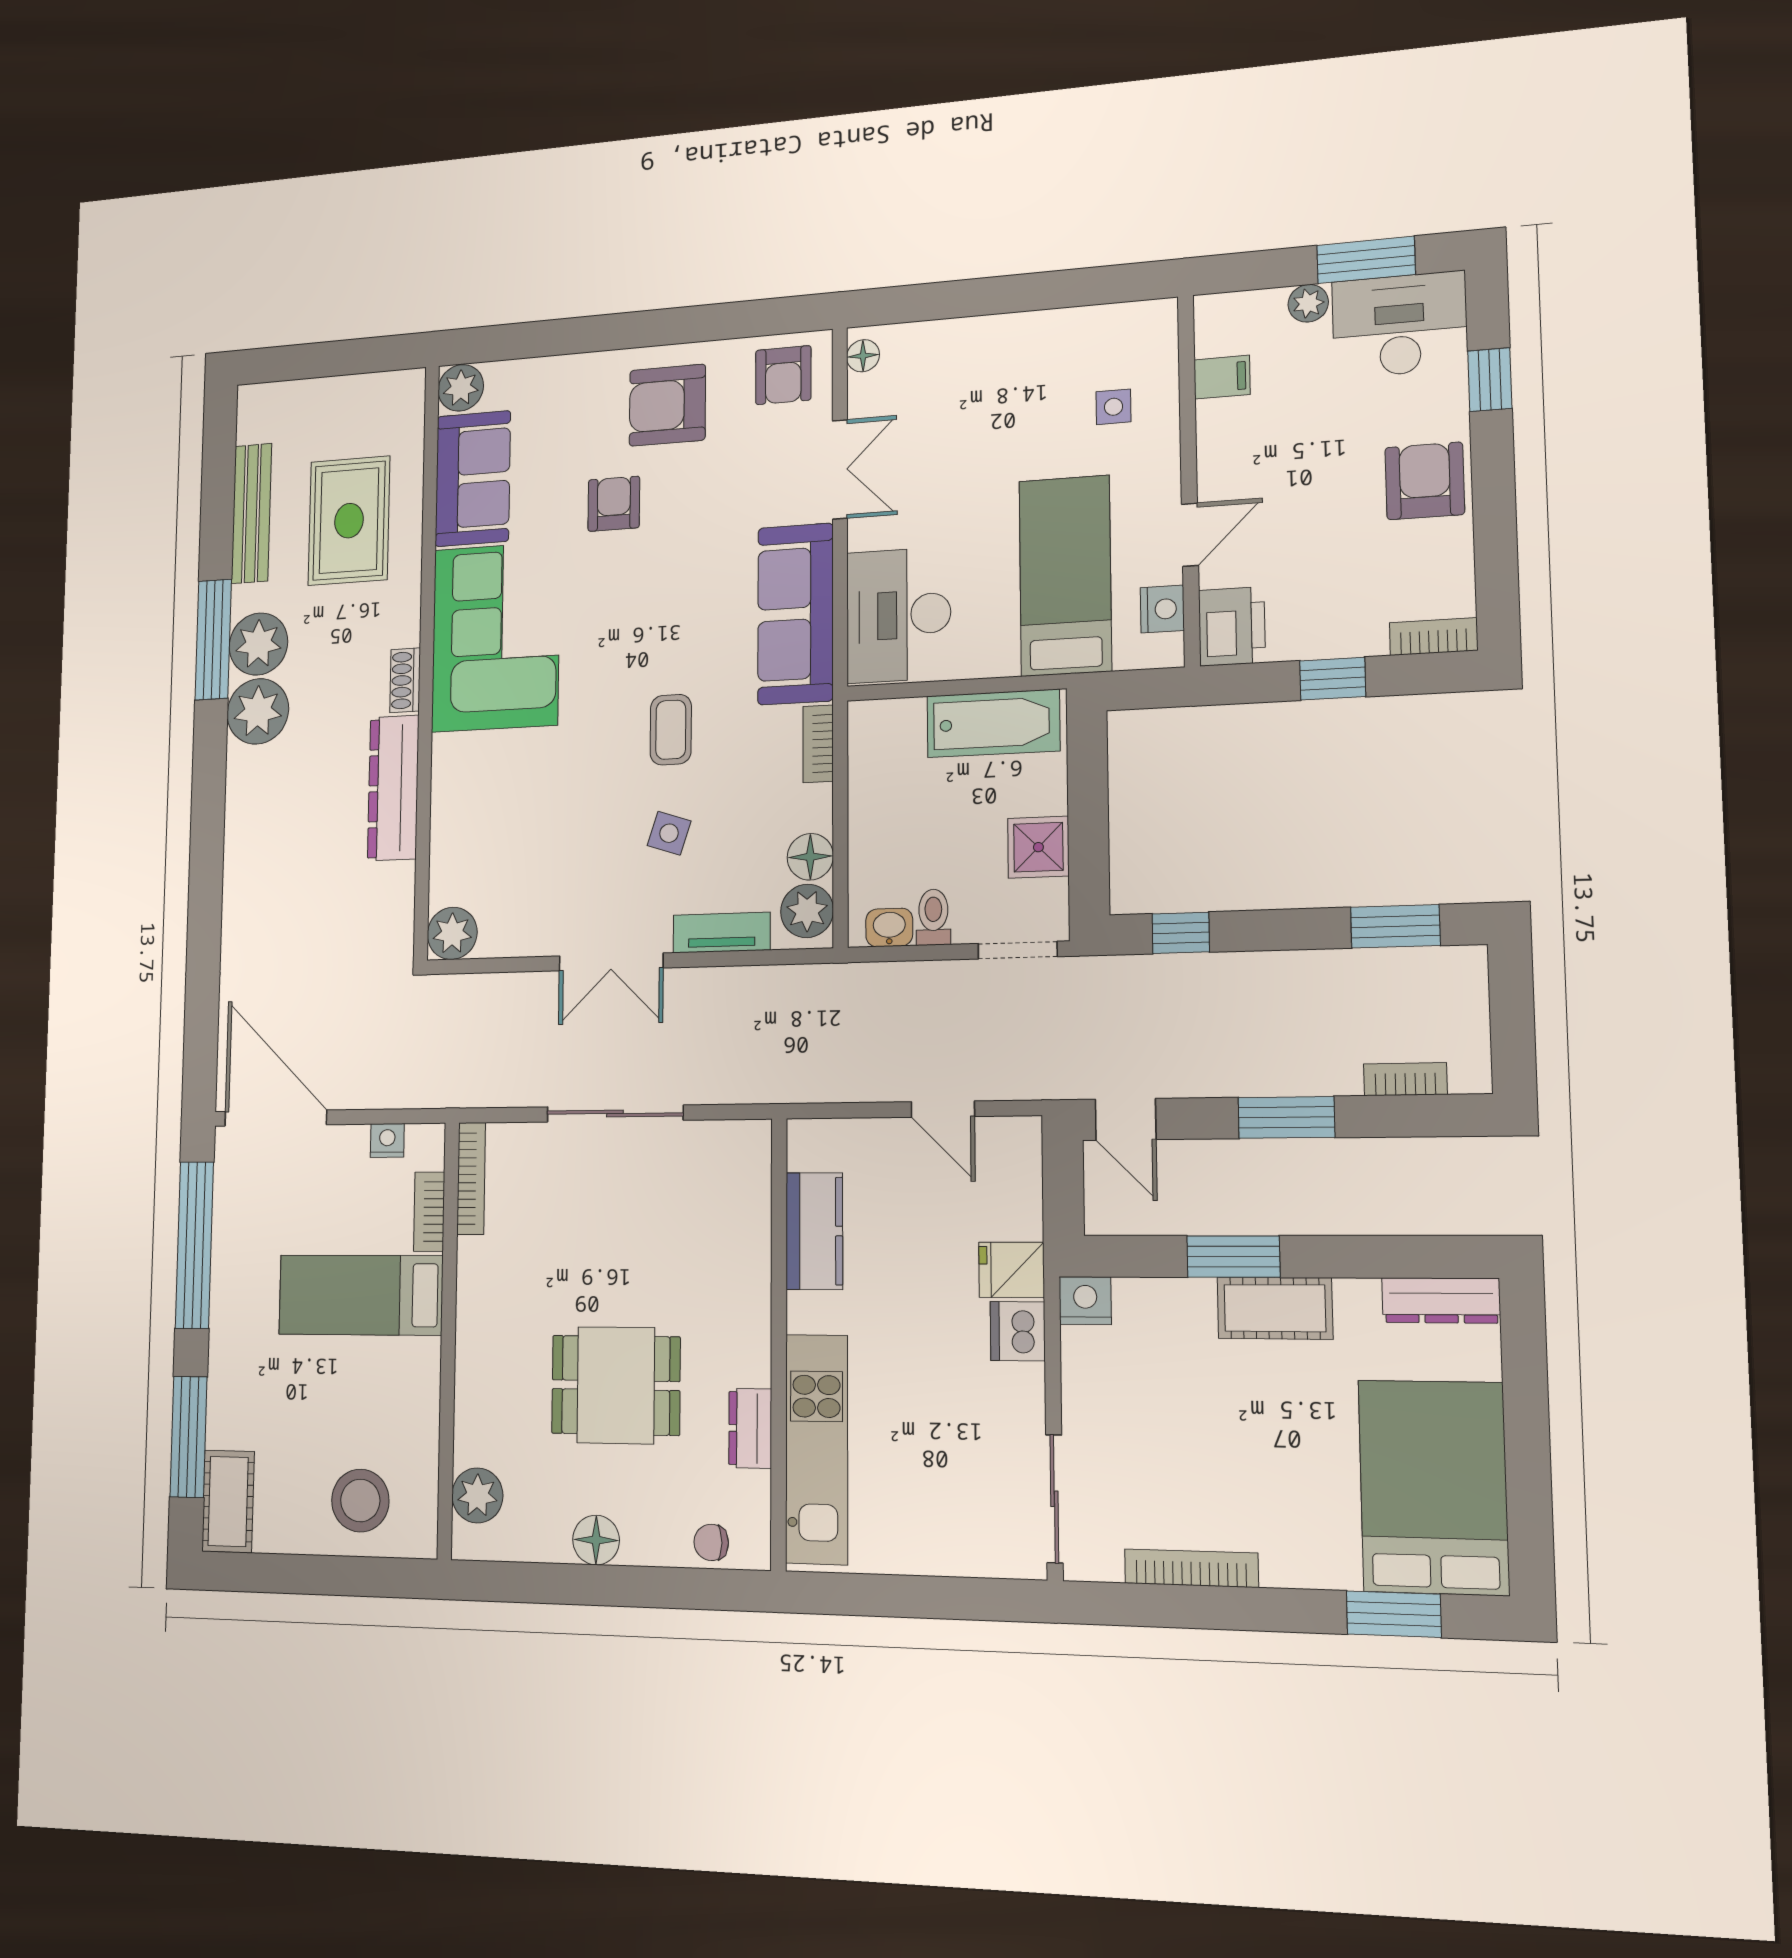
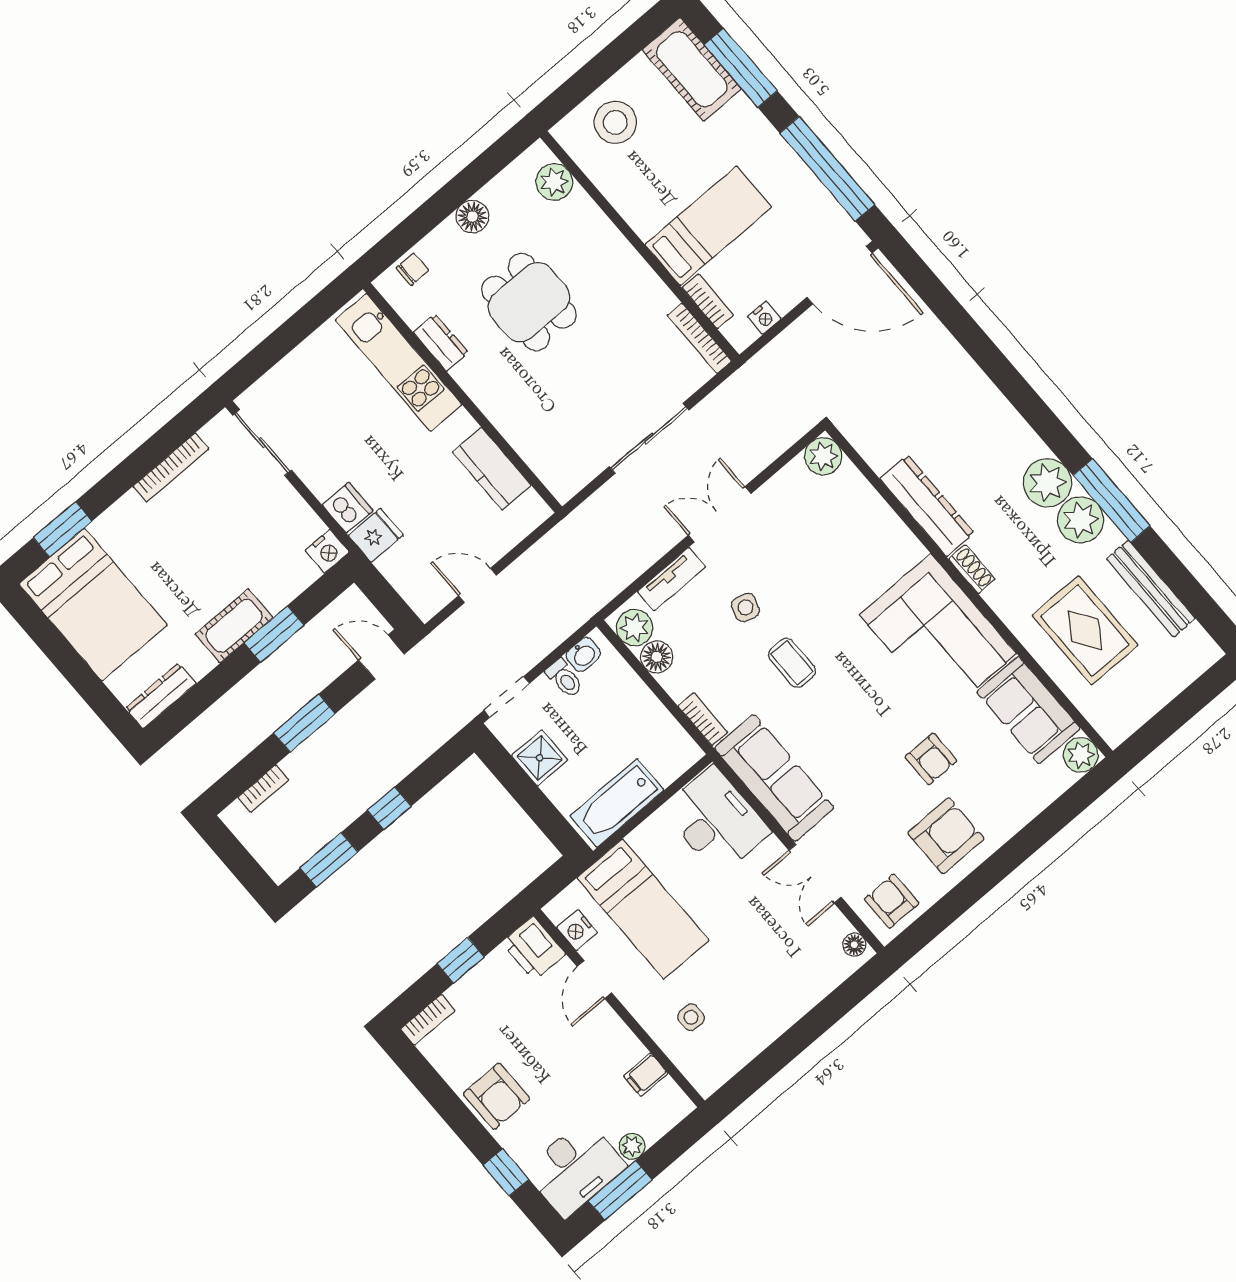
window: (1181, 933) -> (389, 808), moved
dining table: (616, 1385) -> (529, 302), turned 90
cot: (228, 1501) -> (692, 69), width x1.37, depth x1.34

